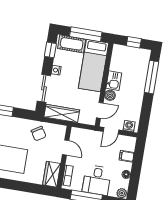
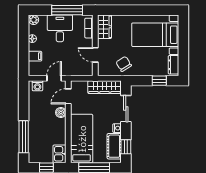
cot: (72, 44) -> (114, 146), moved, turned 90
kitchen sink: (114, 81) -> (59, 154), moved

